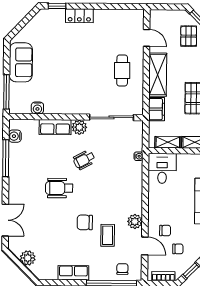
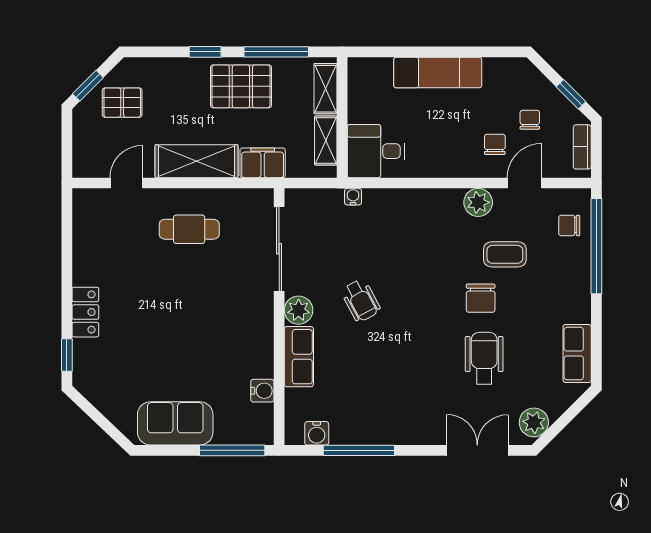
wheelchair: (59, 188) -> (484, 358), moved, turned 180
plant: (28, 258) -> (534, 422), moved
row of seats: (73, 273) -> (577, 354), moved

